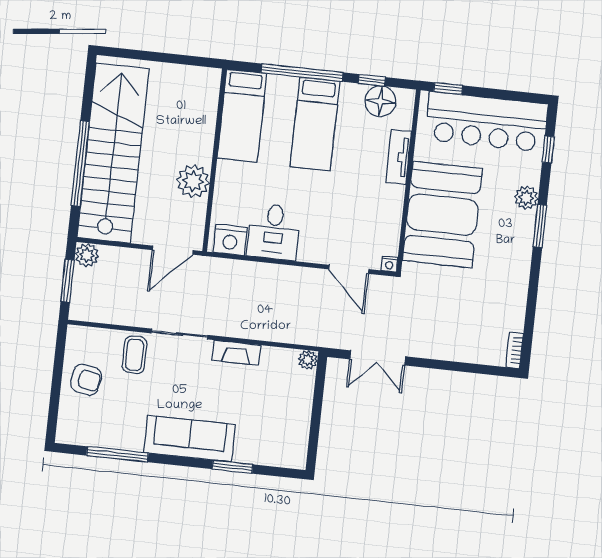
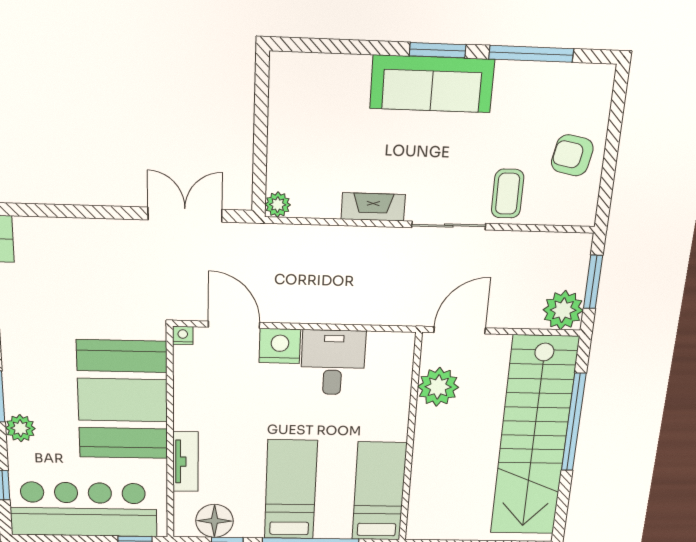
plant: (193, 181) -> (438, 387), moved
nightstand: (230, 240) -> (280, 346), moved
plant: (87, 255) -> (563, 310), width x1.36, depth x1.36
window: (233, 467) -> (438, 50), moved

